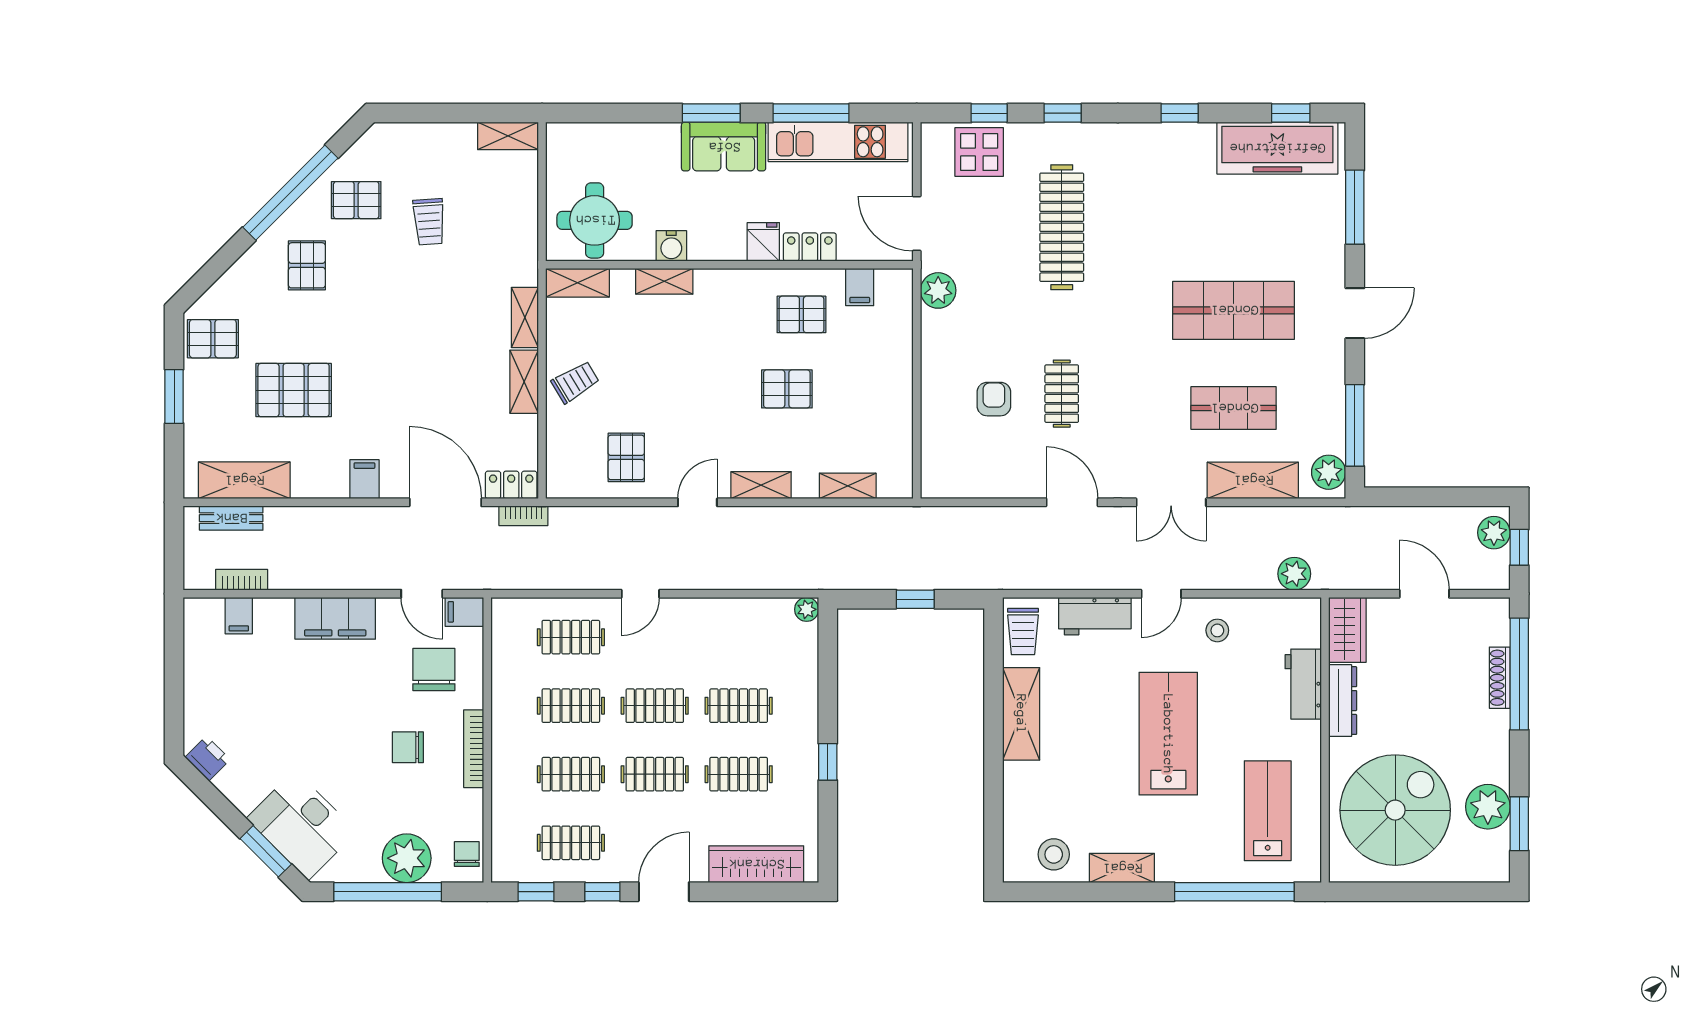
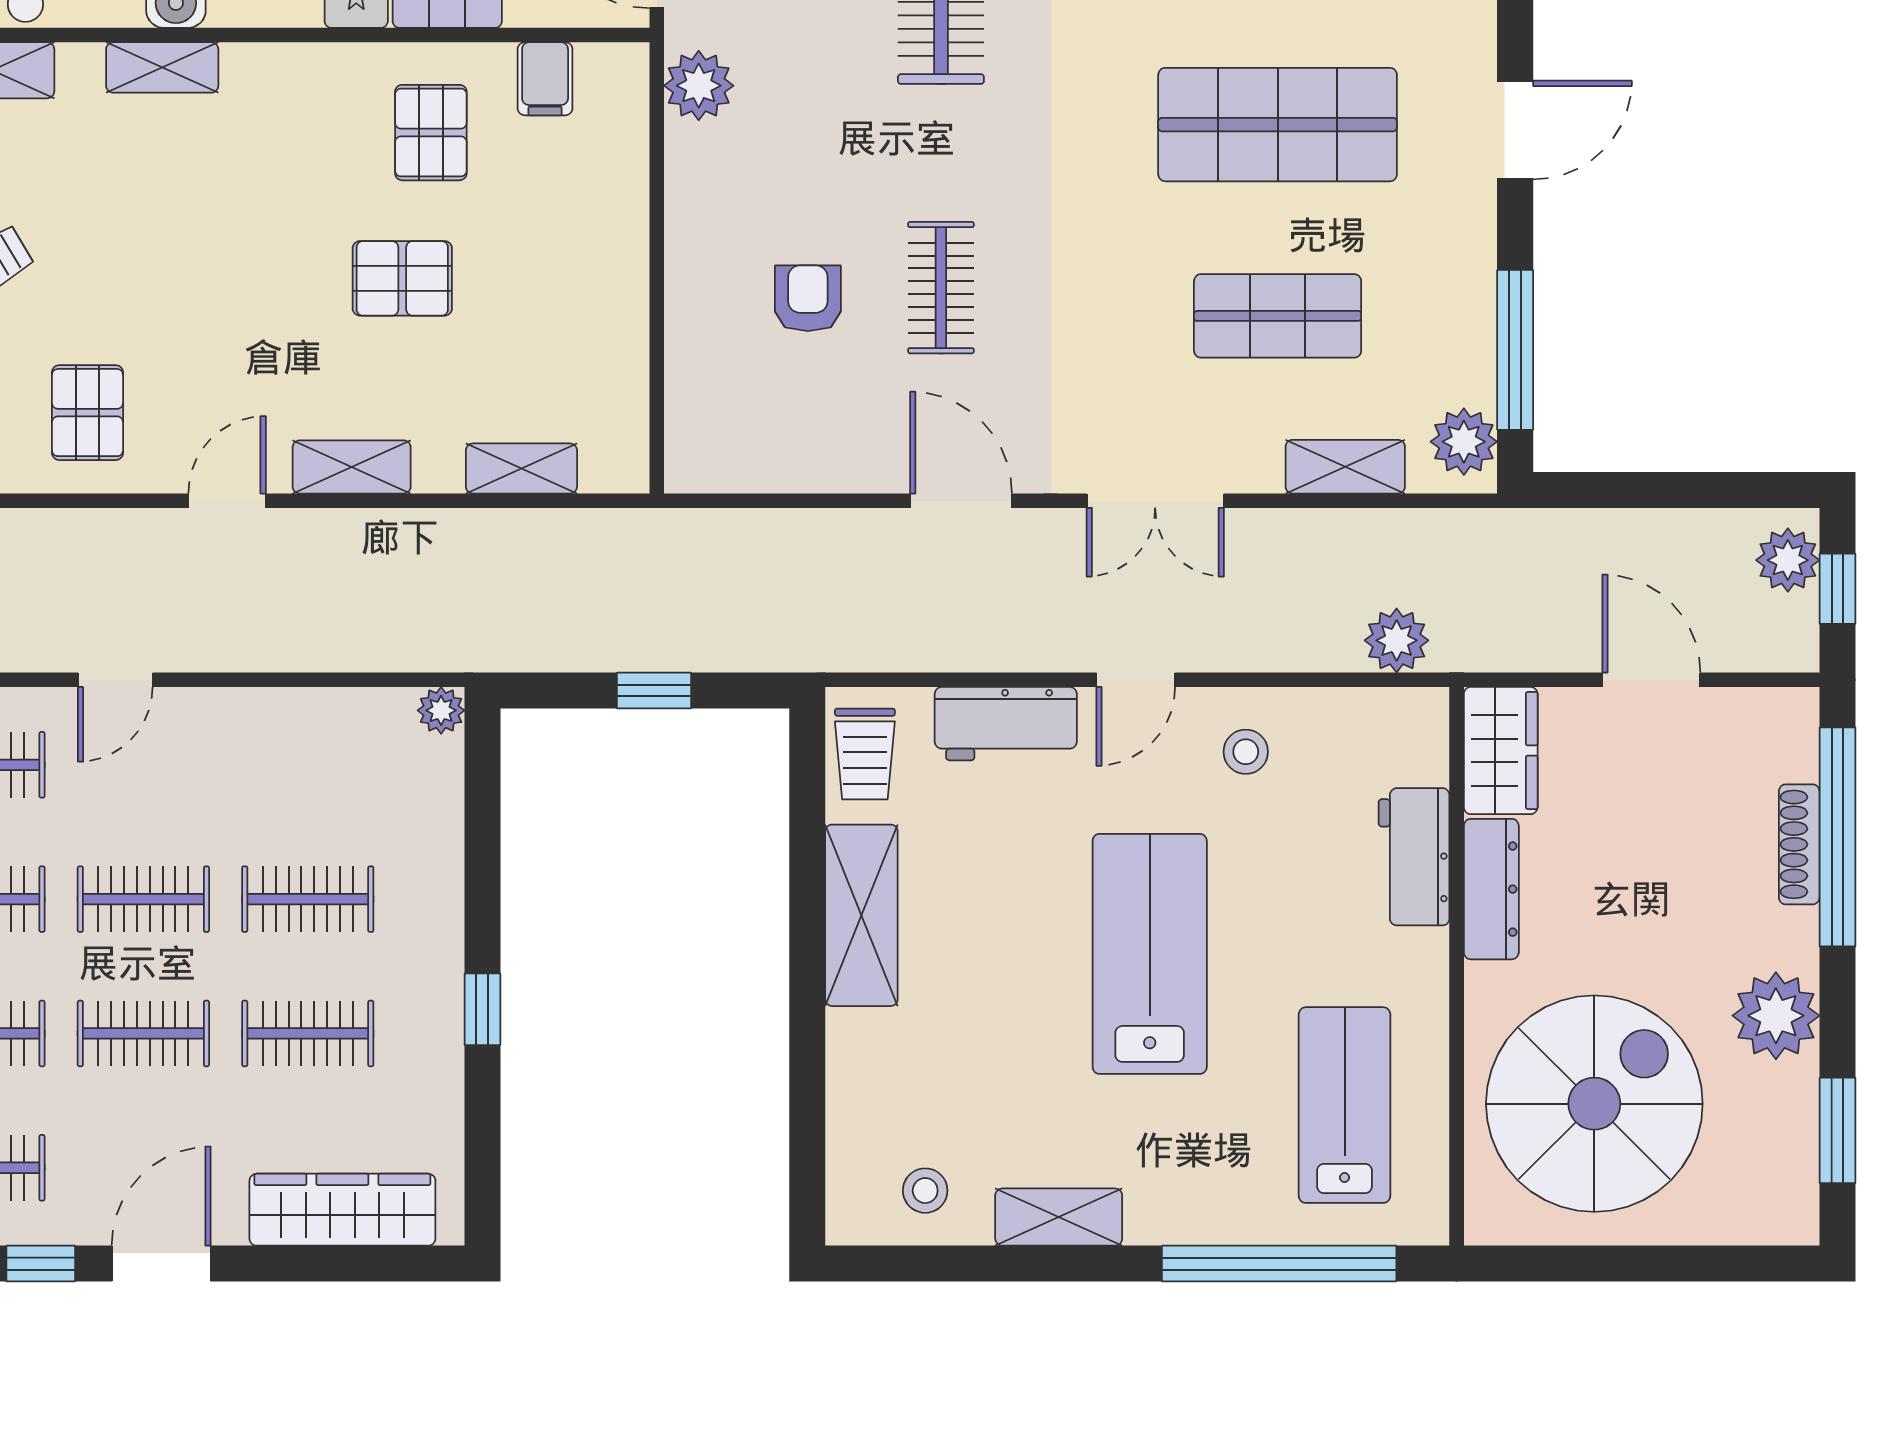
pallet: (801, 314) -> (431, 133), turned 90
shelving: (1253, 480) -> (1345, 467), width x0.67, depth x0.75
plant: (1488, 807) -> (1776, 1016), moved
stool: (1054, 854) -> (925, 1191), width x0.73, depth x0.73

